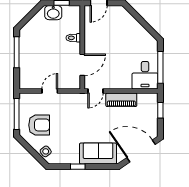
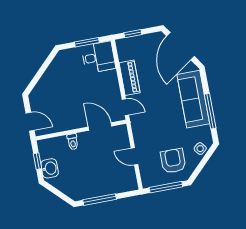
window: (160, 67) -> (87, 42), width x0.69
sofa: (98, 154) -> (193, 99), width x1.36
window: (78, 167) -> (210, 111), width x2.17

